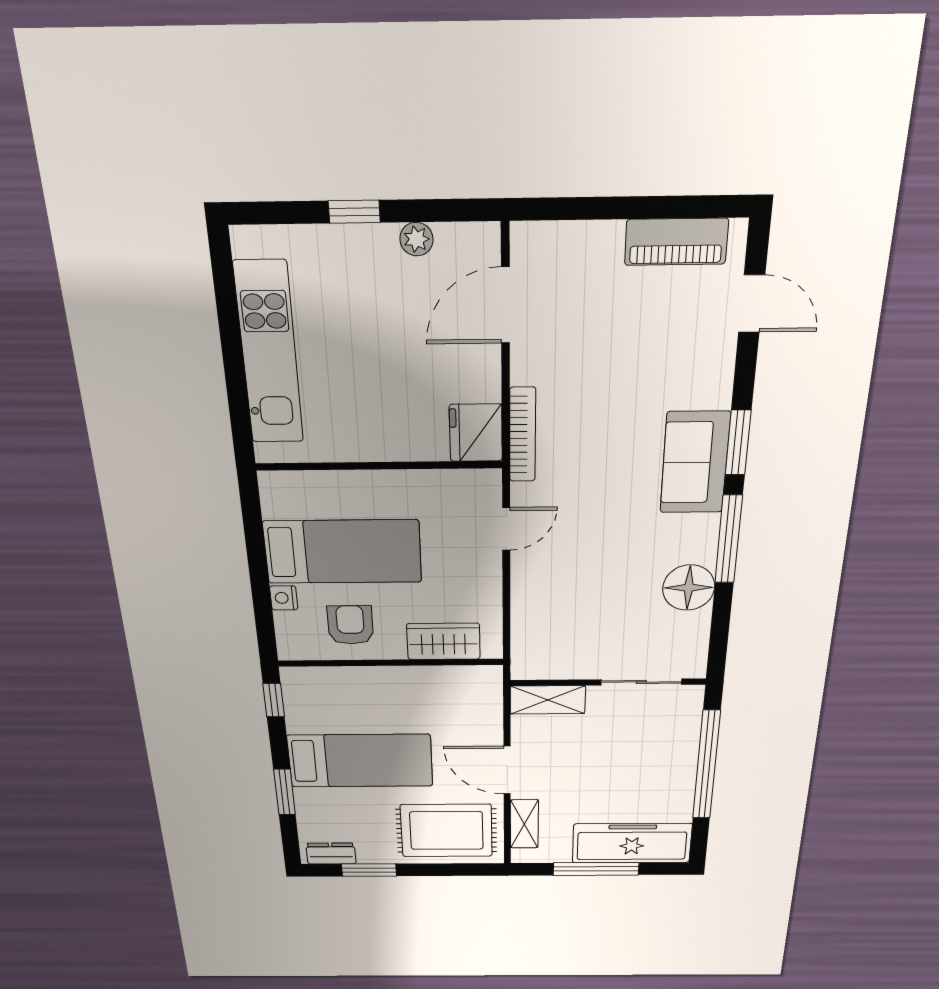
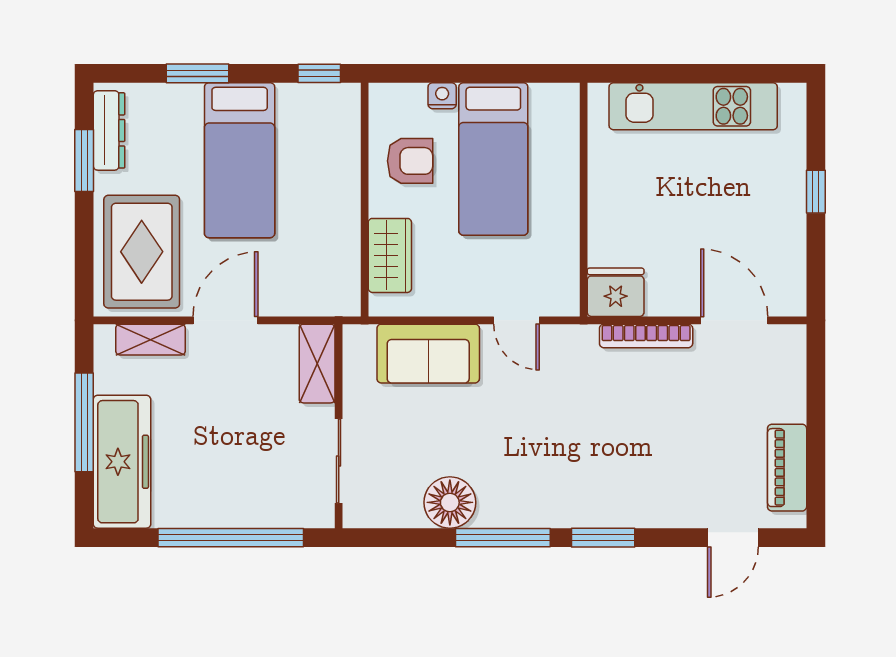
plant: (416, 239) -> (792, 244), removed
bookcase: (523, 435) -> (646, 336), moved
sofa: (695, 463) -> (428, 354), moved, turned 180
dresser: (331, 854) -> (109, 130), width x1.44

